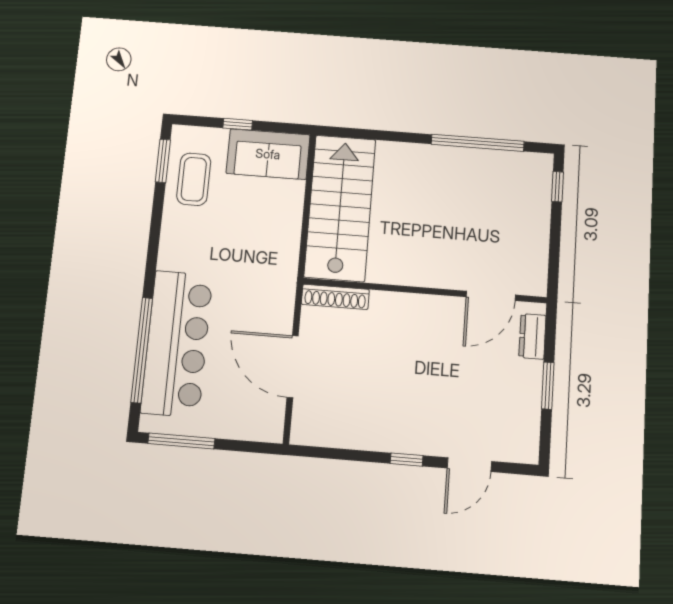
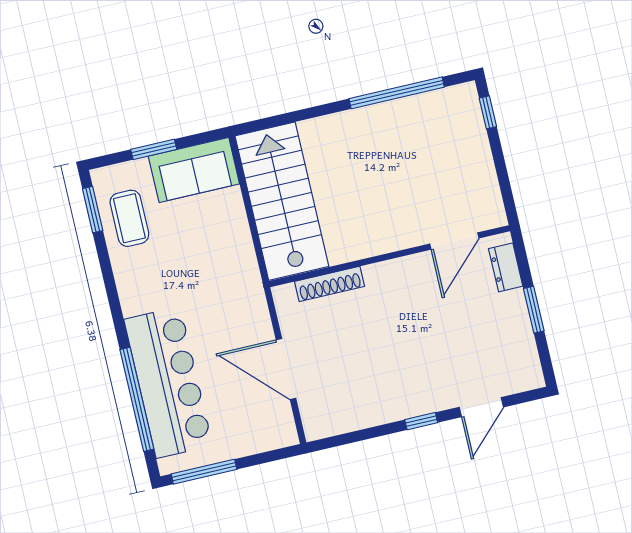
window: (238, 124) -> (154, 149), width x1.50
shoe rack: (335, 297) -> (330, 284), moved

